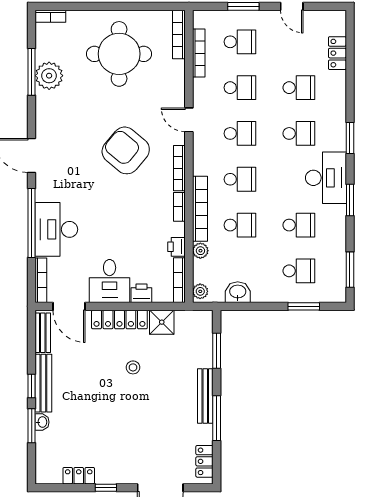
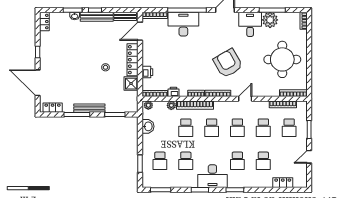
armchair: (126, 150) -> (228, 63), turned -70
desk: (110, 281) -> (250, 24), moved, turned 90
locker: (79, 476) -> (44, 22), moved

